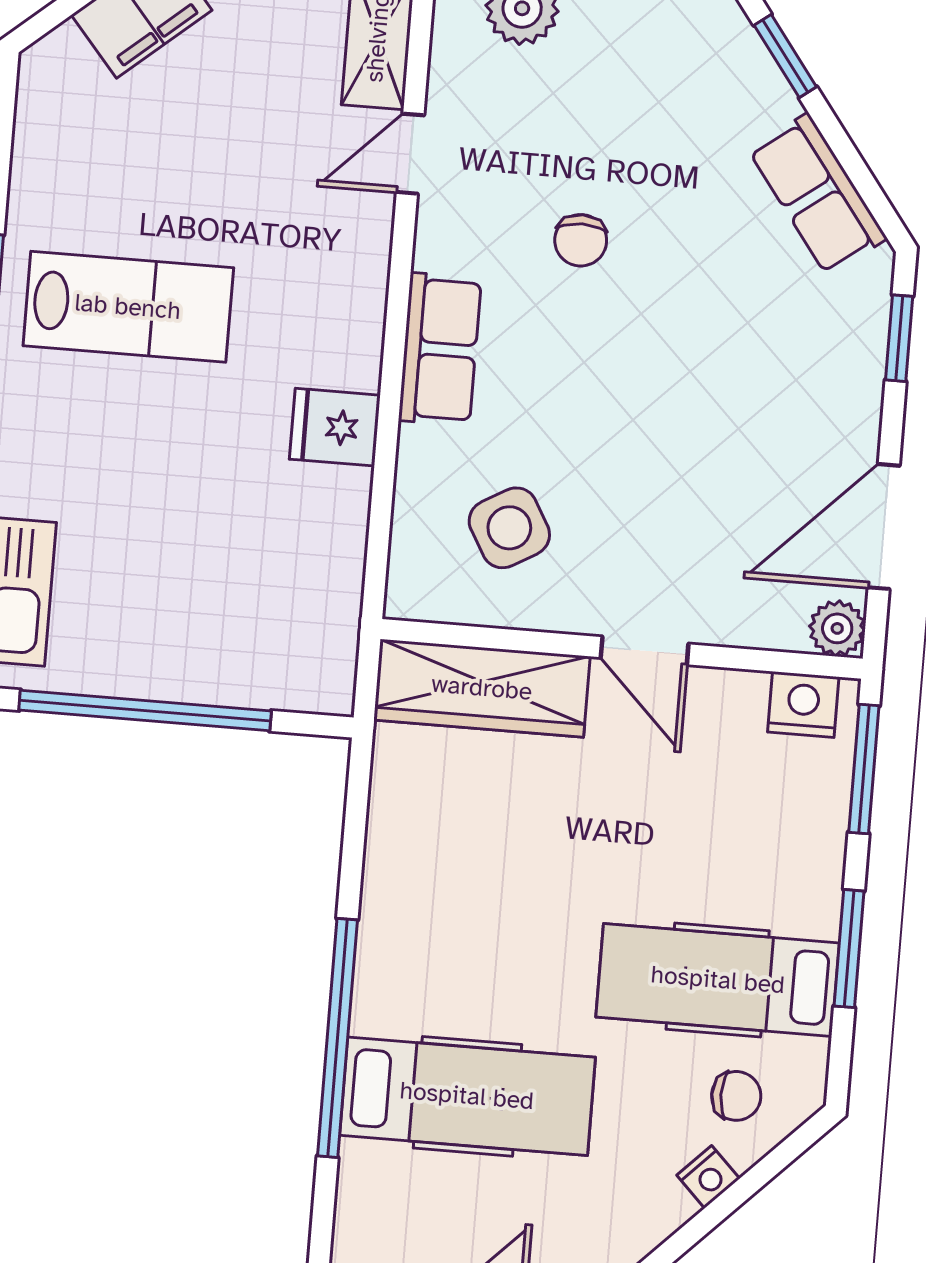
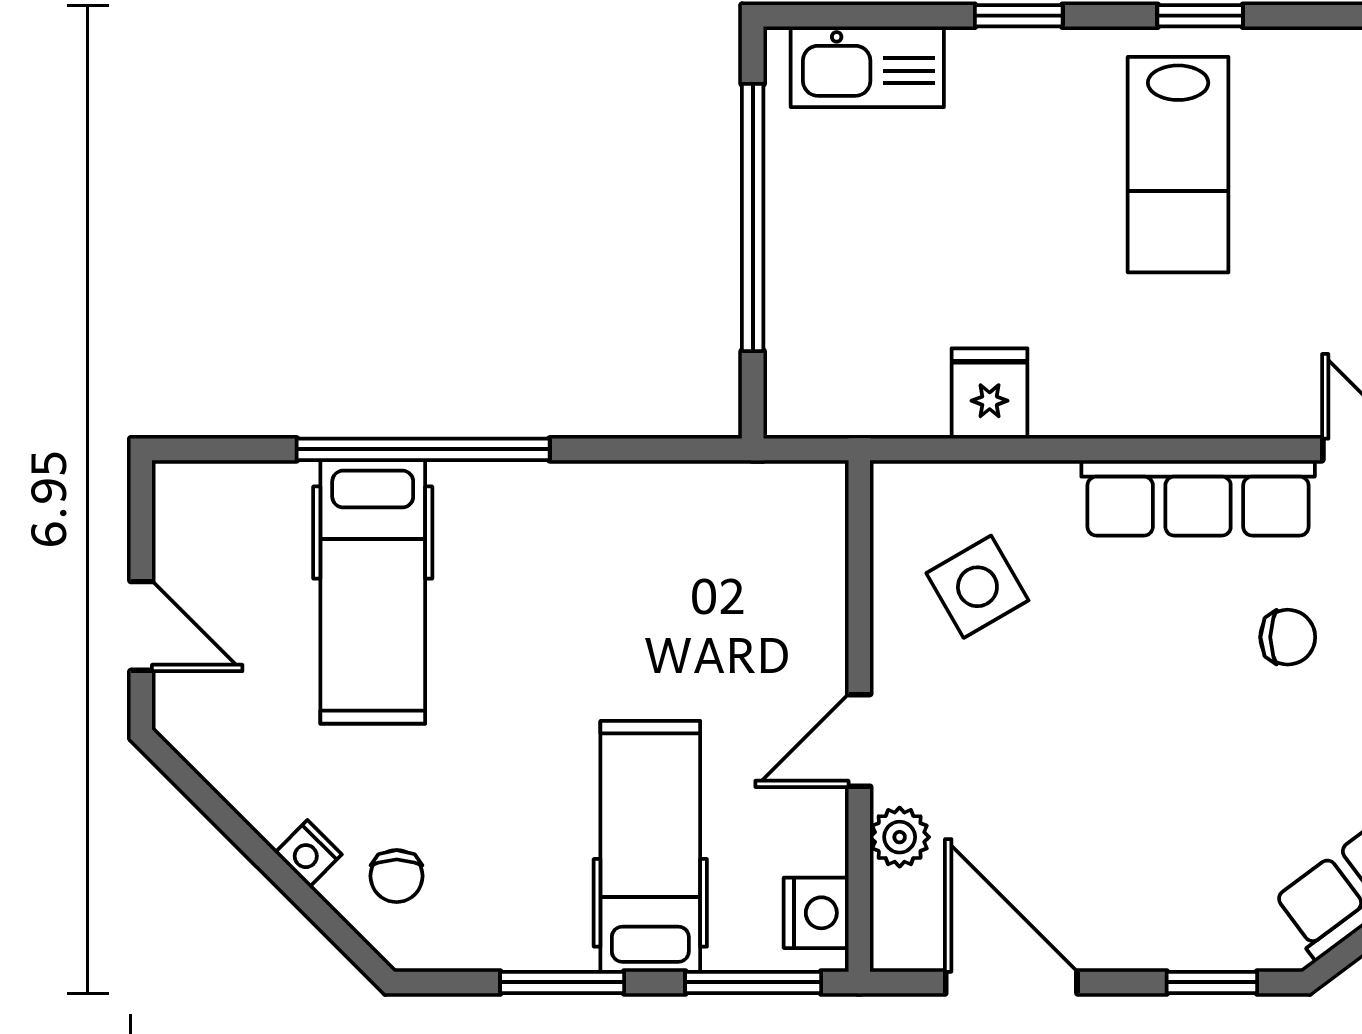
chair: (581, 240) -> (1288, 637), turned 180
row of seats: (440, 349) -> (1198, 498), width x1.48
fridge: (335, 427) -> (990, 393), moved
plant: (837, 628) -> (900, 837), moved
wardrobe: (482, 688) -> (805, 572), removed
hospital bed: (718, 980) -> (650, 846), moved

